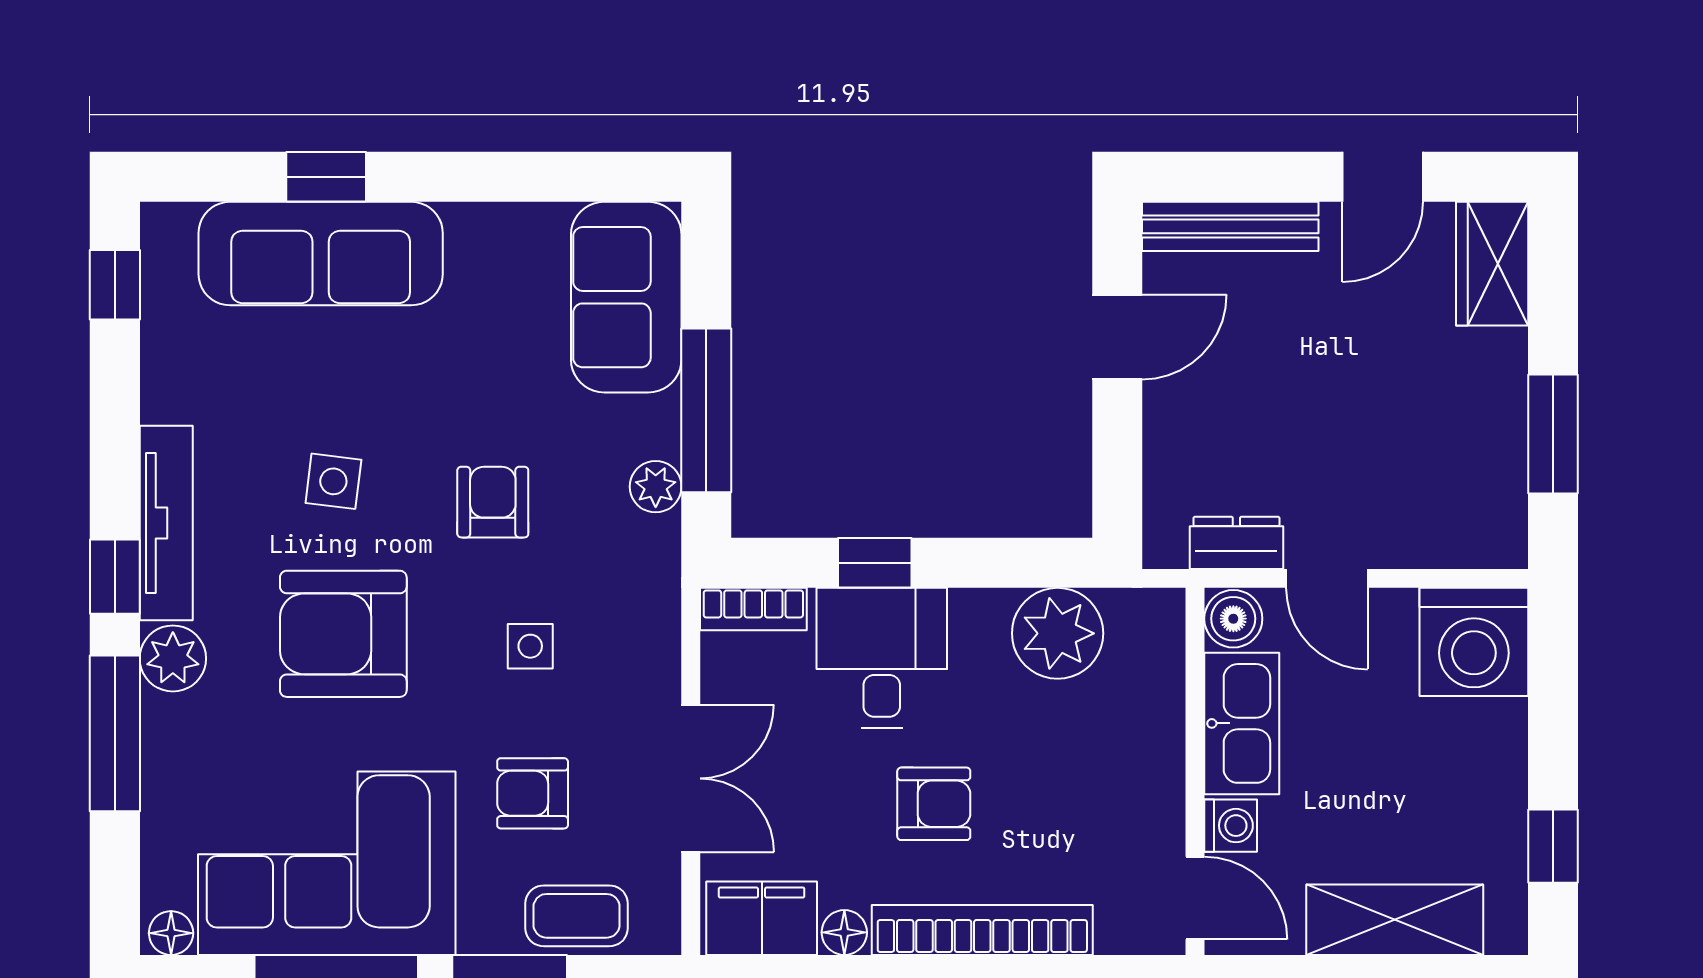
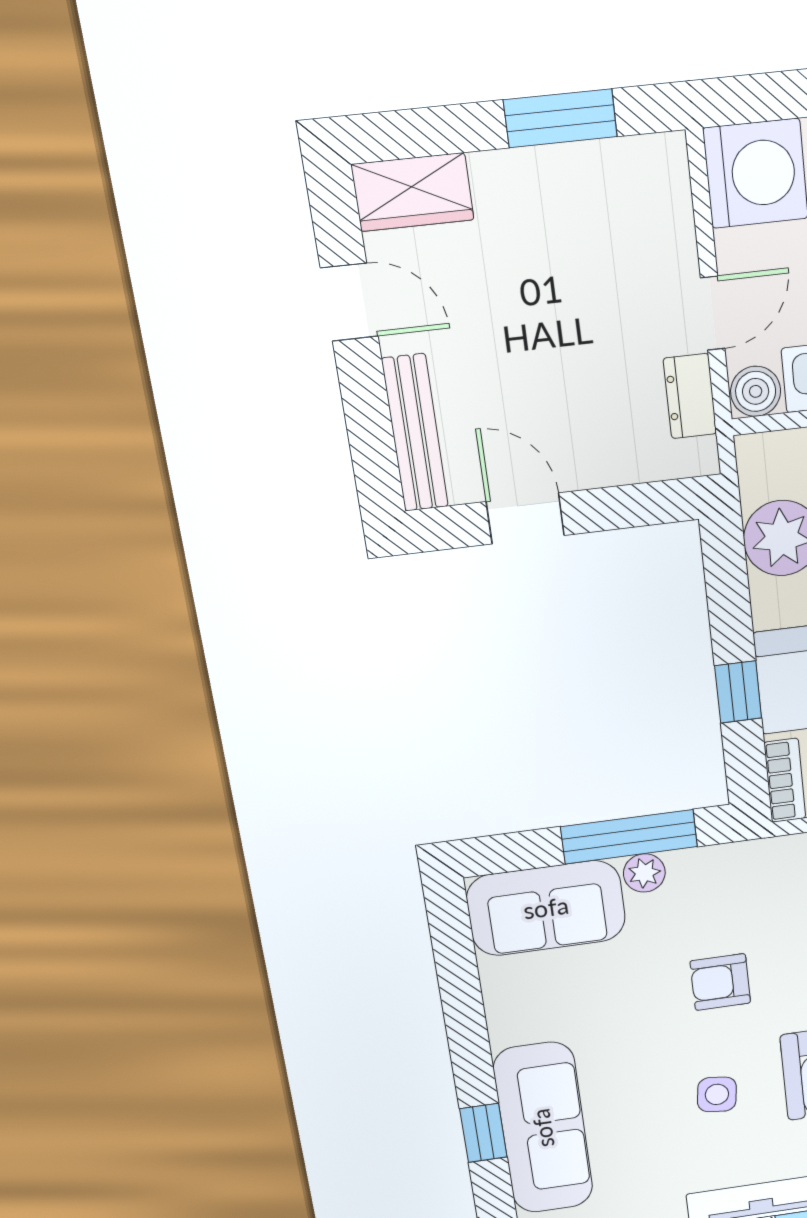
plant: (656, 487) -> (644, 873), moved

